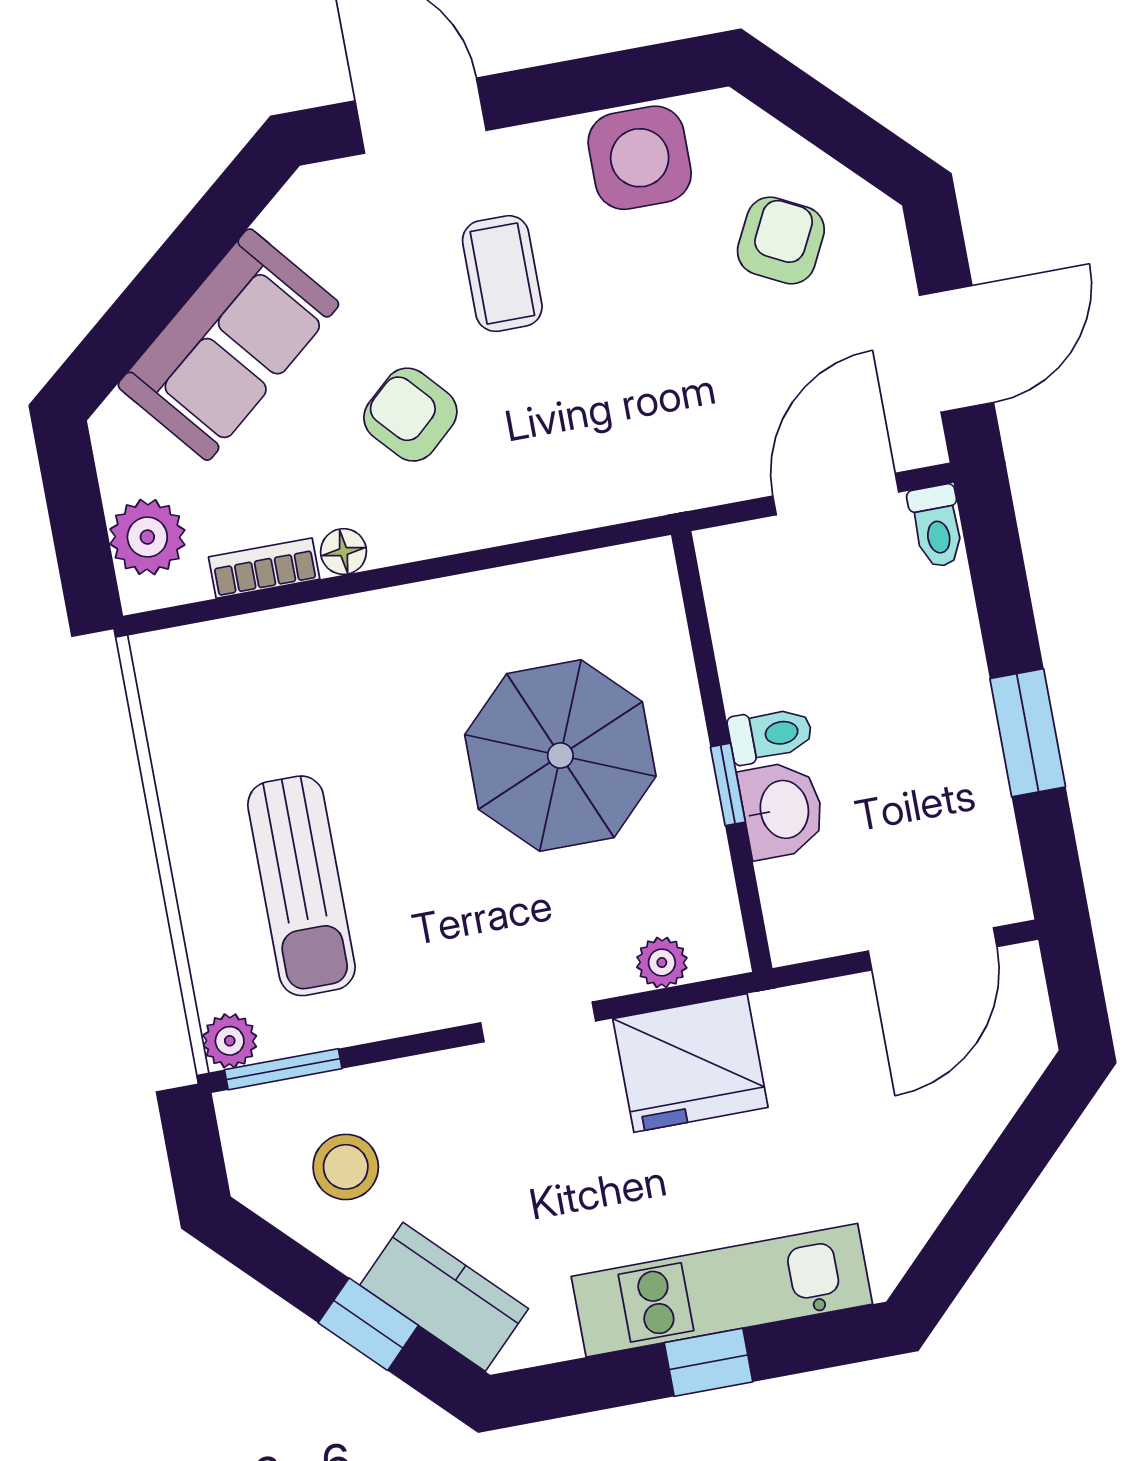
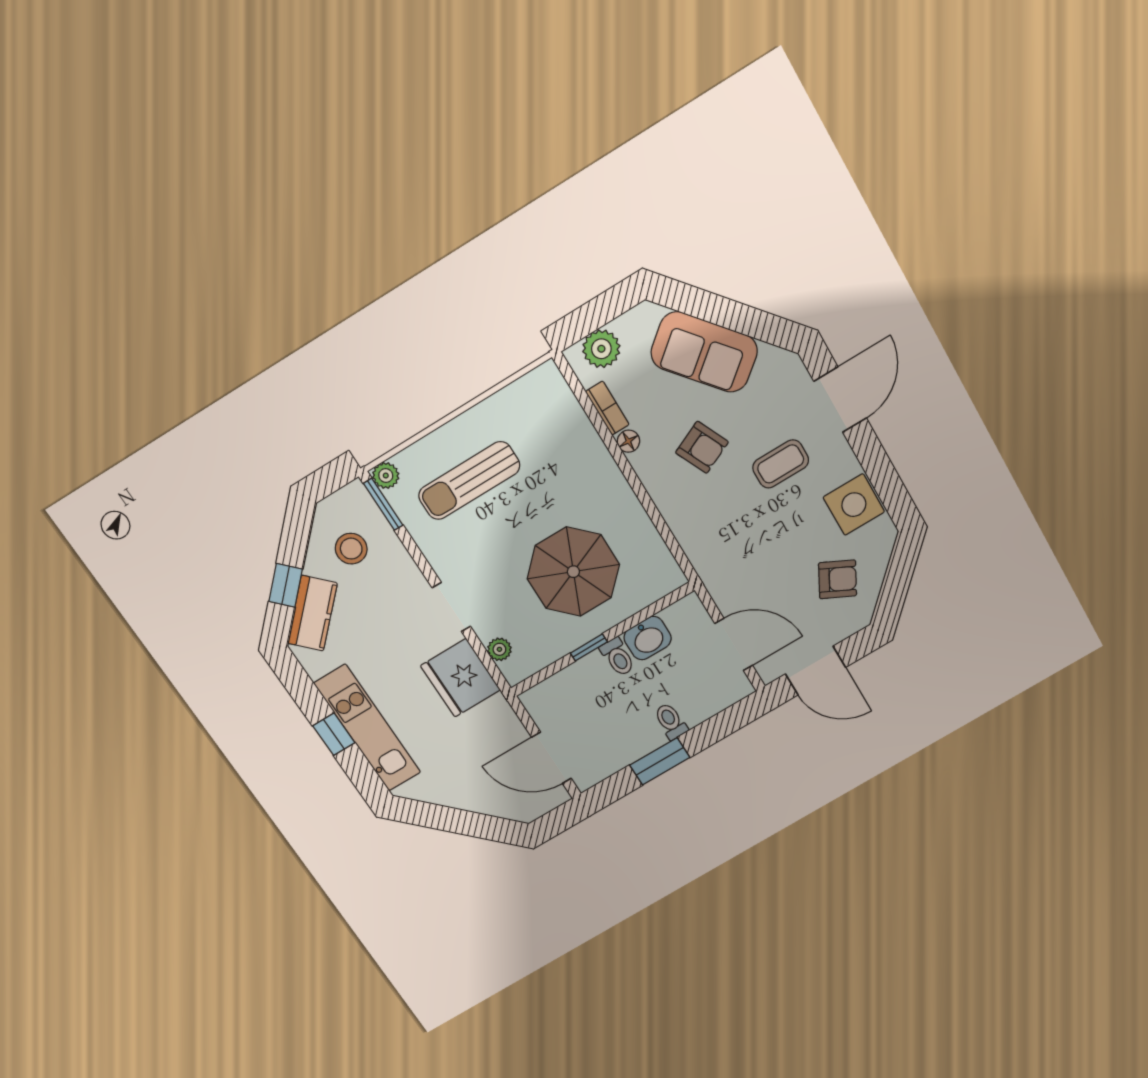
armchair: (410, 415) -> (702, 447), turned 107
toilet: (937, 526) -> (671, 721), moved, turned 90
washbasin: (782, 810) -> (648, 638), moved

